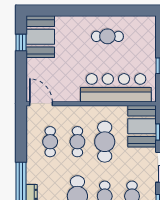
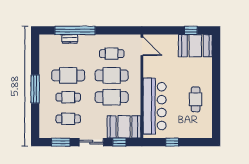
door: (41, 104) -> (142, 46), hinge flipped
cafe table: (77, 142) -> (112, 75), width x1.37, depth x1.35

